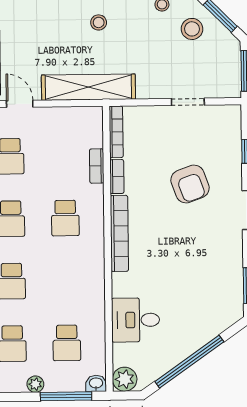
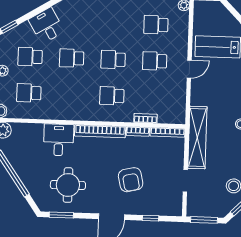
shelving: (88, 87) -> (197, 138), moved
armchair: (190, 184) -> (131, 180), turned -83
round table: (202, 278) -> (68, 185), added
desk: (136, 320) -> (59, 140), moved

